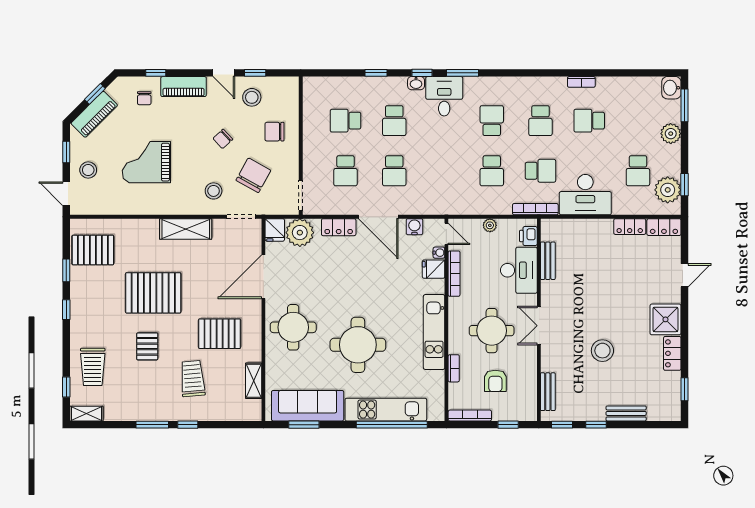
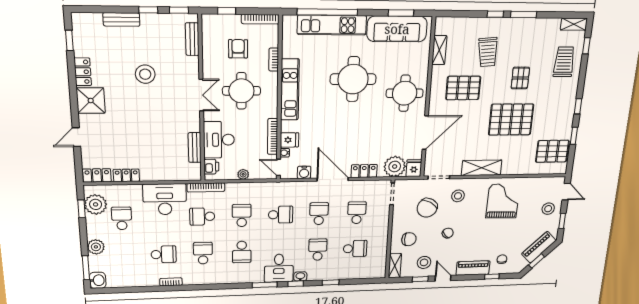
shelving: (291, 94) -> (395, 266), added
grand piano: (146, 162) -> (503, 201), moved, turned -89
school desk: (443, 171) -> (281, 215), added

